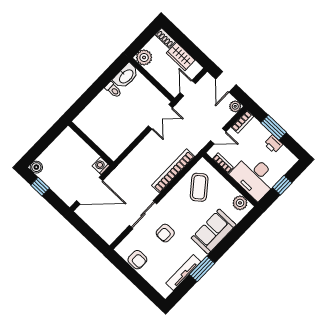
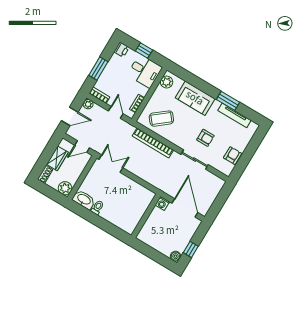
printer: (273, 144) -> (122, 50), moved
desk: (254, 177) -> (145, 71), width x0.73

